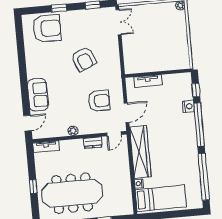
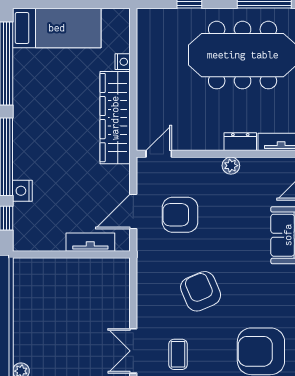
coffee table: (93, 23) -> (178, 354), added
door: (127, 113) -> (133, 212), moved
dresser: (93, 143) -> (240, 142), moved
bed: (161, 198) -> (57, 28), moved, turned 180

